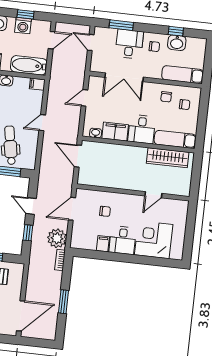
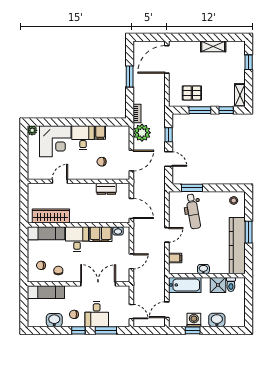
window: (176, 31) -> (78, 330), moved
filing cabinet: (37, 84) -> (175, 258), moved
dresser: (103, 181) -> (106, 189), added
plant: (178, 254) -> (32, 130), added

